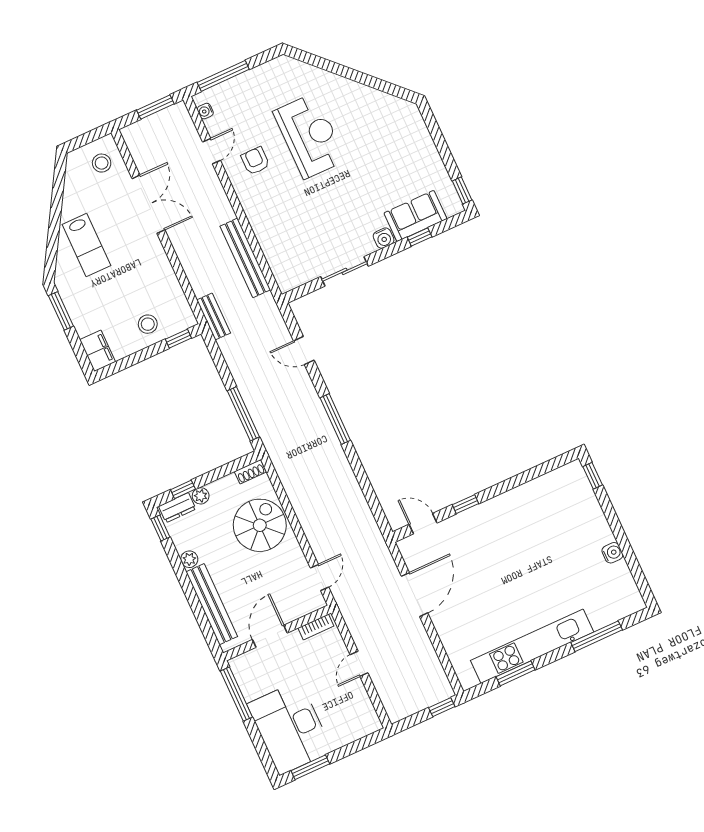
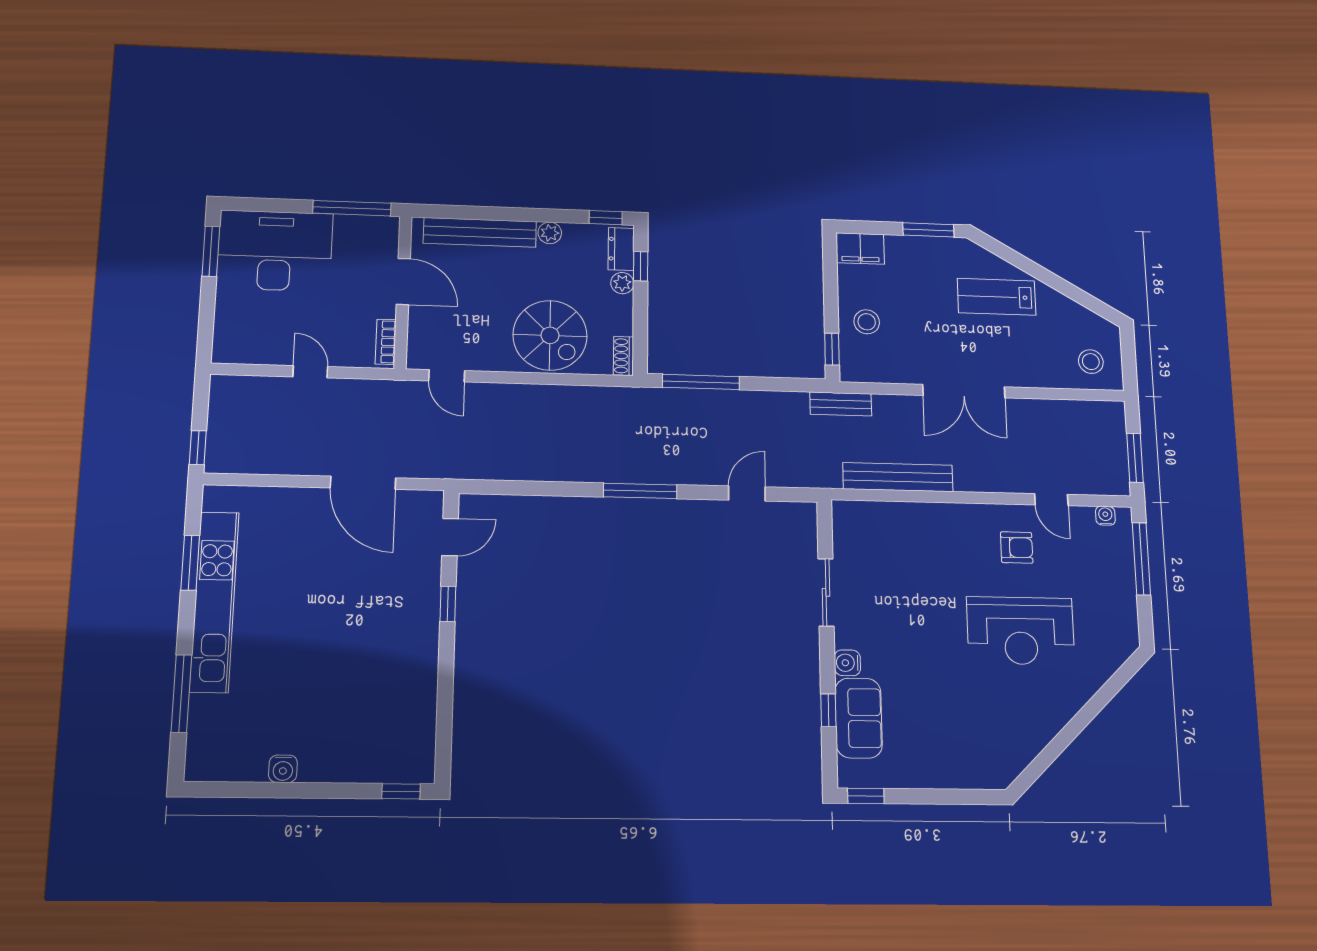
double door: (148, 204) -> (964, 391), moved

